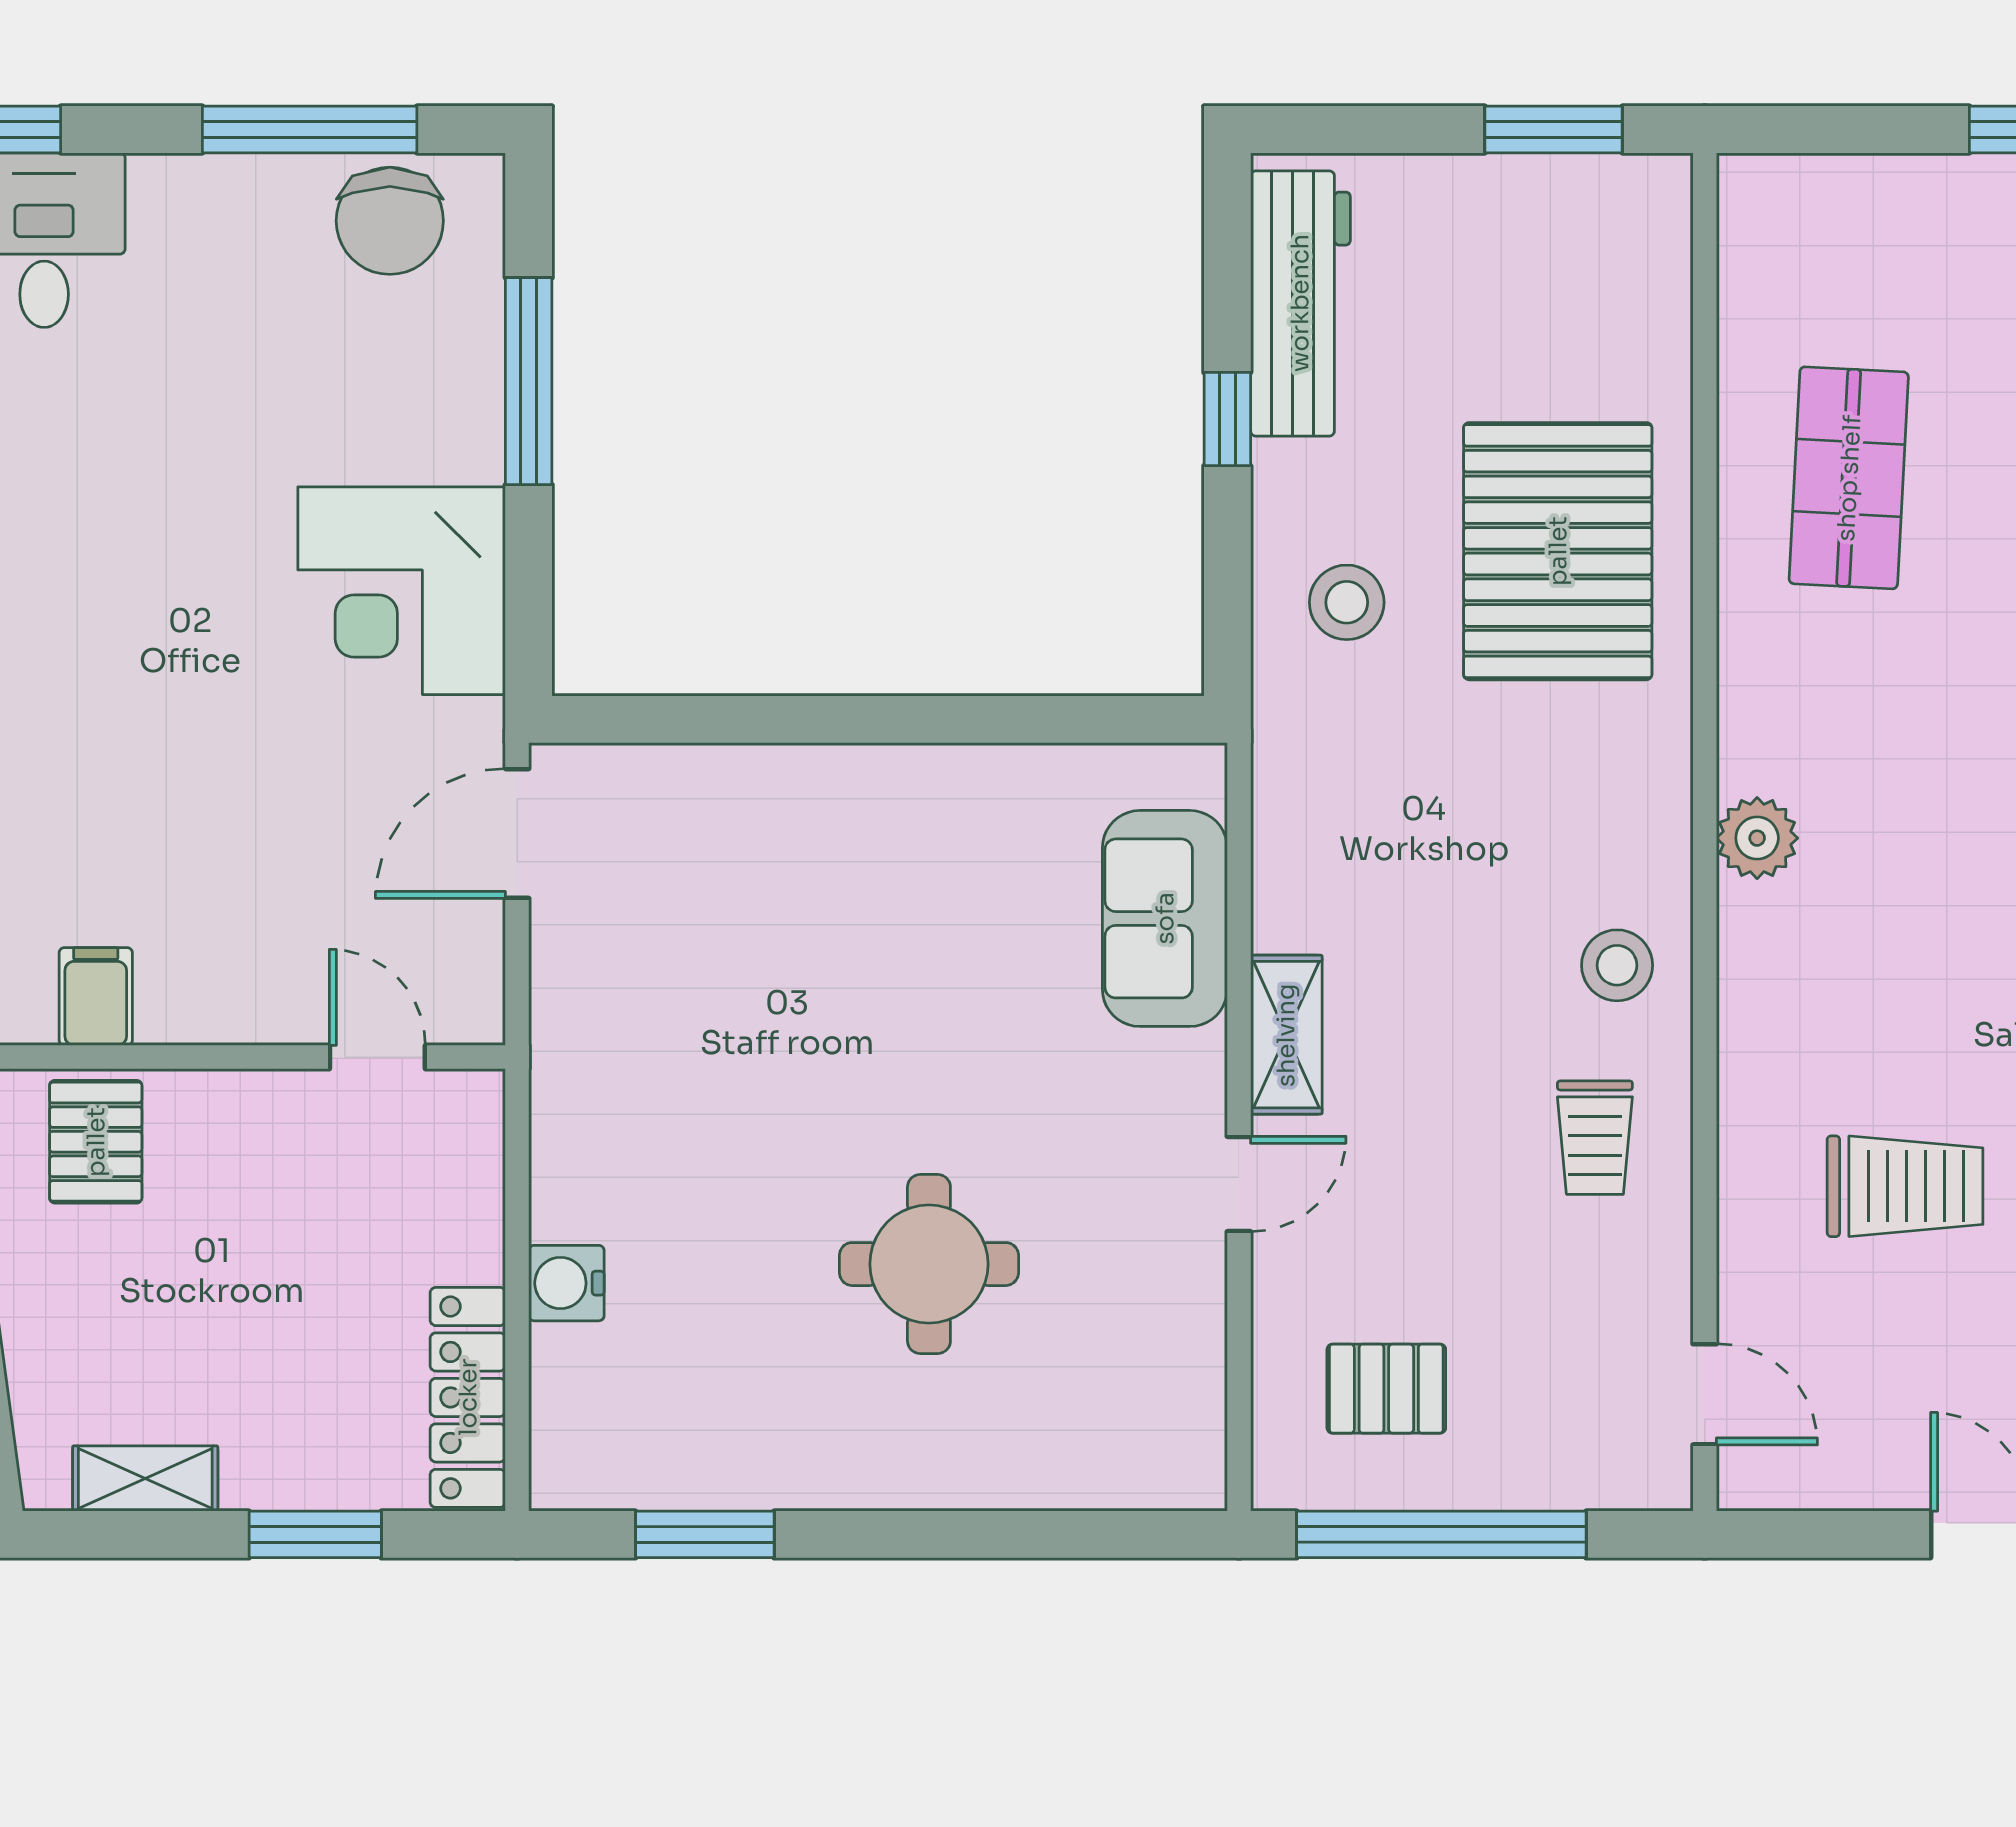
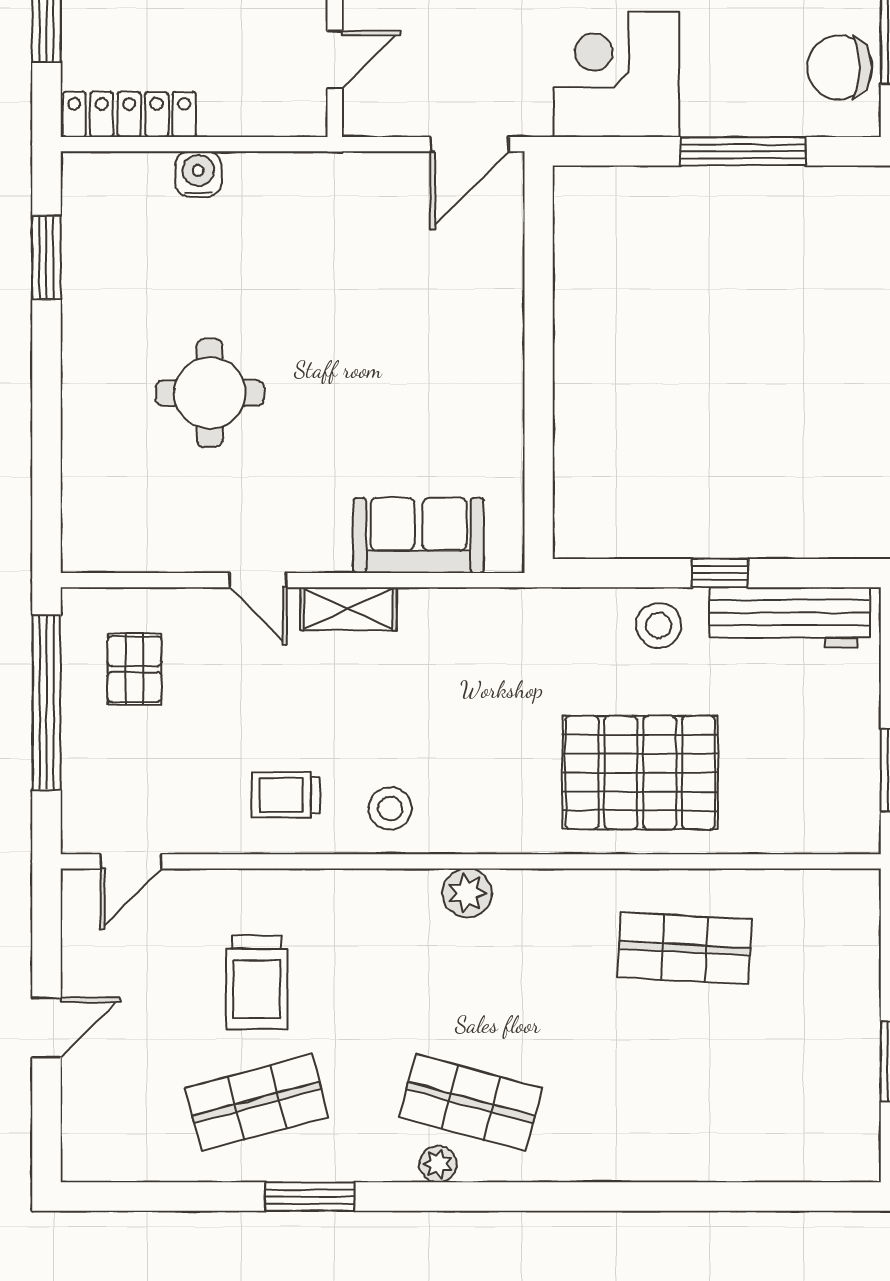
stool: (1347, 602) -> (659, 625), moved
door: (517, 833) -> (470, 144), swing flipped

